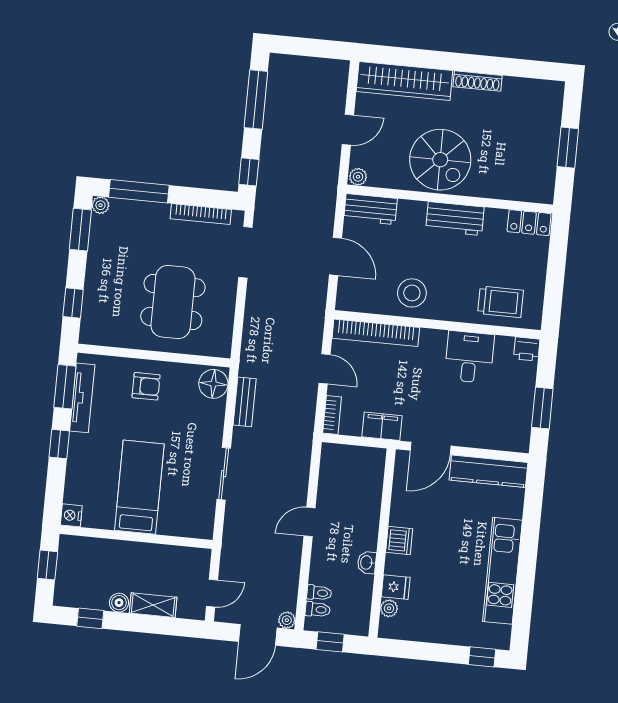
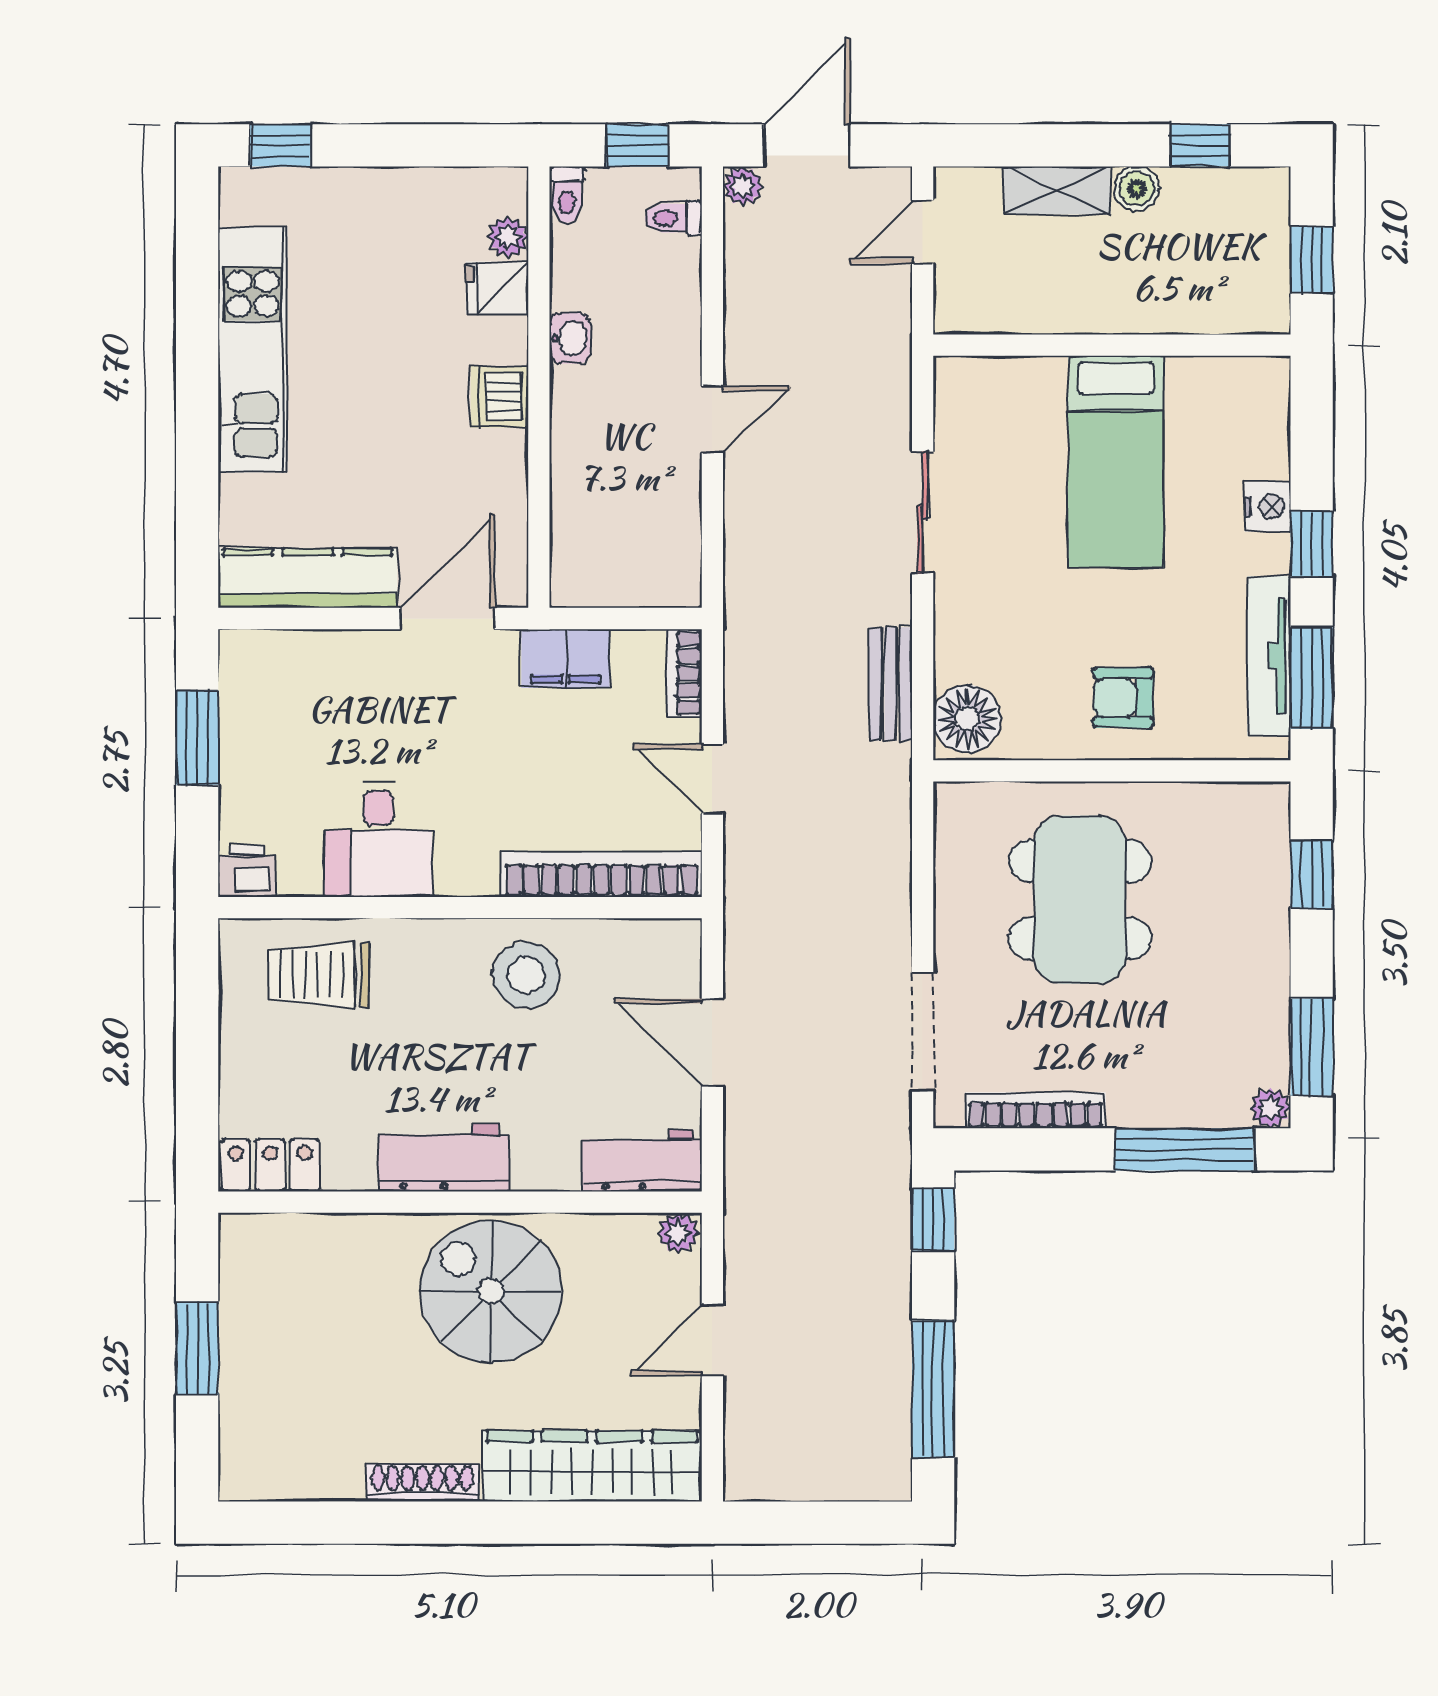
nightstand: (71, 515) -> (1268, 507), moved
toilet: (319, 593) -> (567, 195), moved, turned -90

